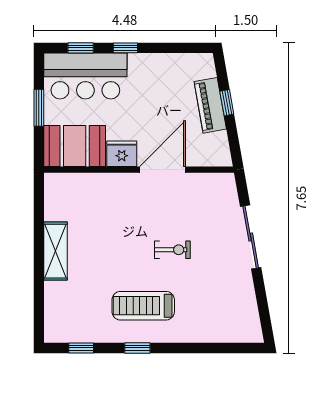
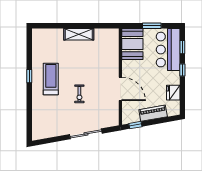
window: (227, 103) -> (135, 125), moved
fridge: (122, 154) -> (173, 93), moved, turned 180
window: (81, 348) -> (29, 47), removed

